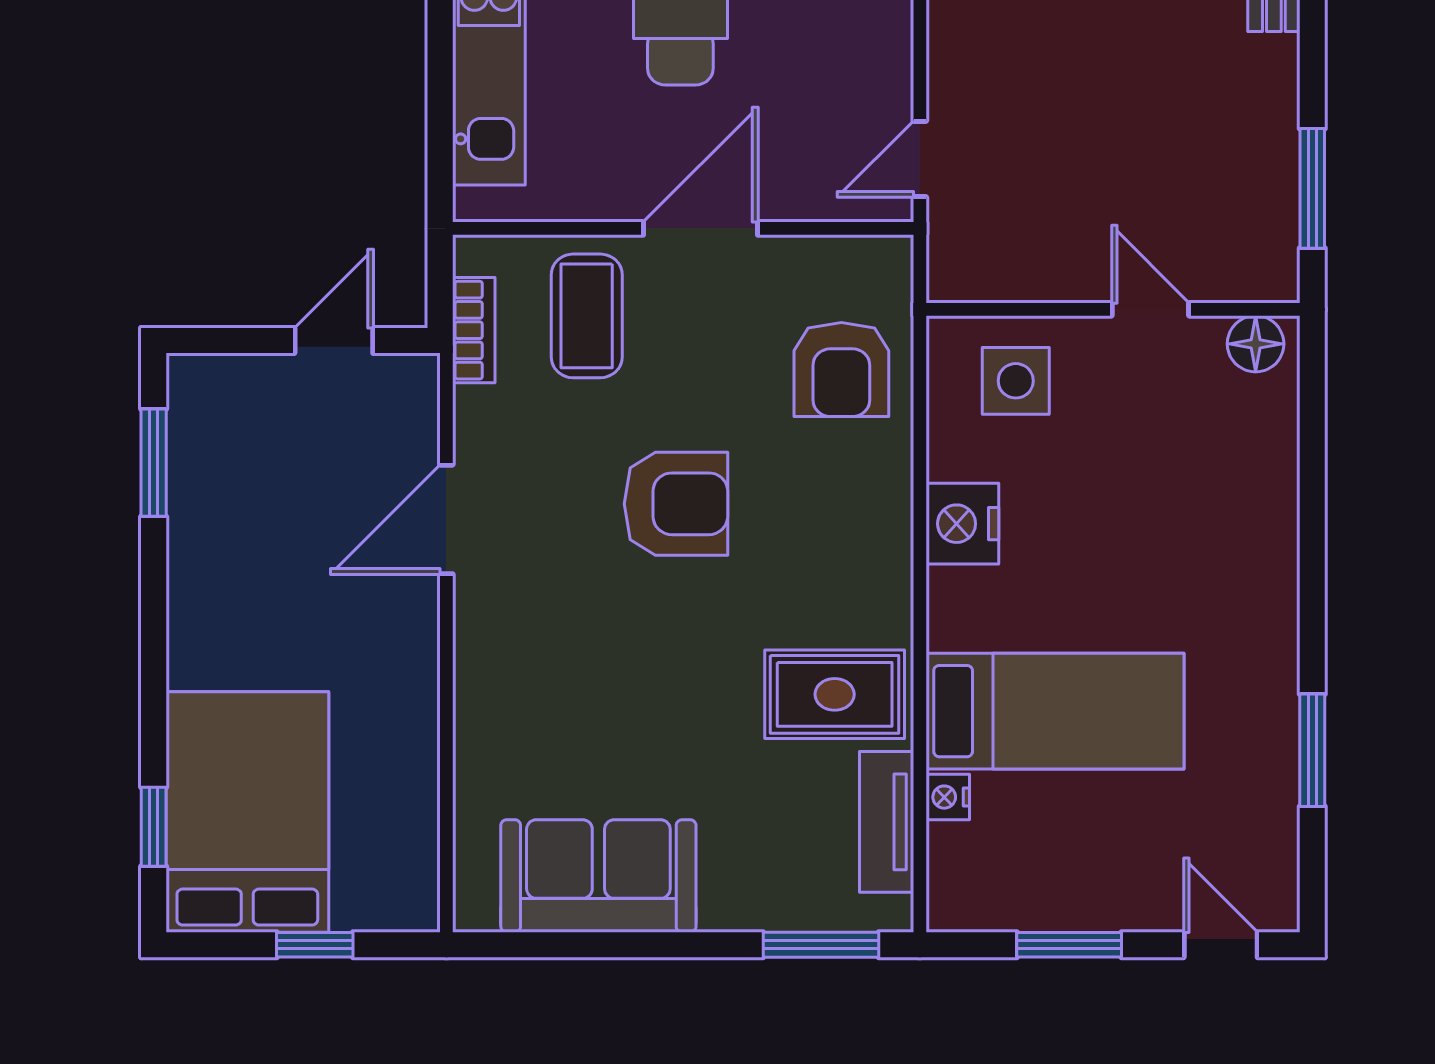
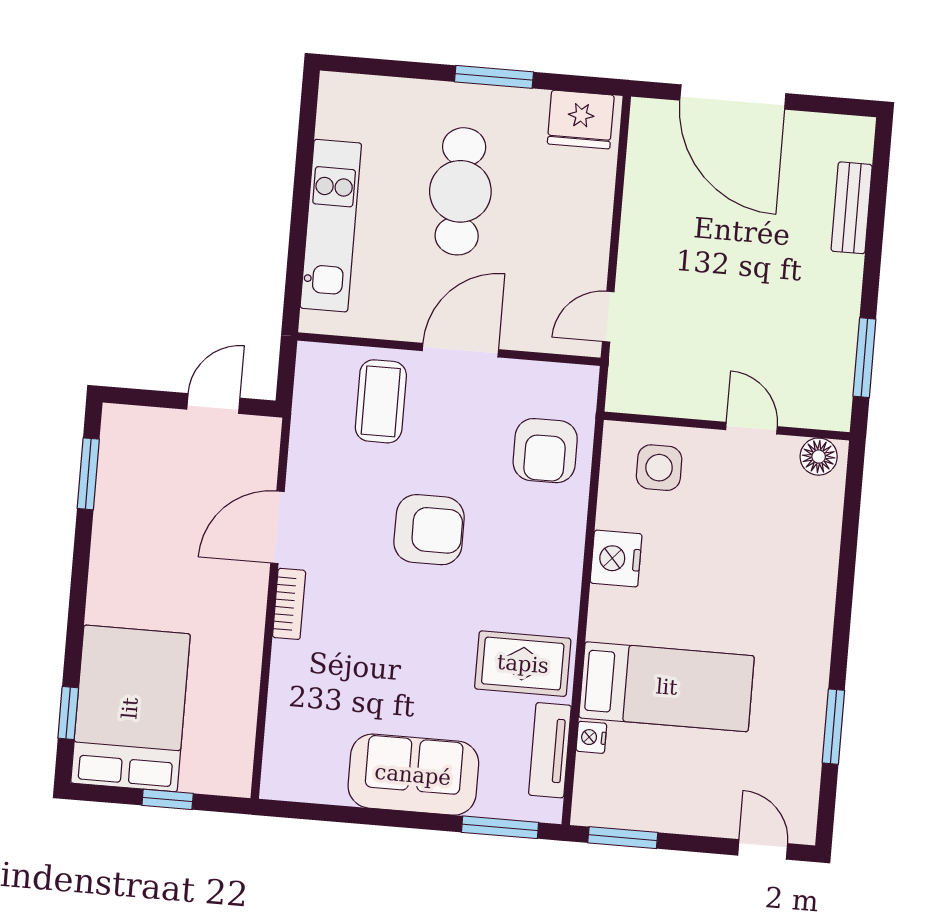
bookcase: (474, 330) -> (289, 604), moved
sofa: (598, 876) -> (413, 775), moved
window: (1069, 945) -> (623, 838), moved

